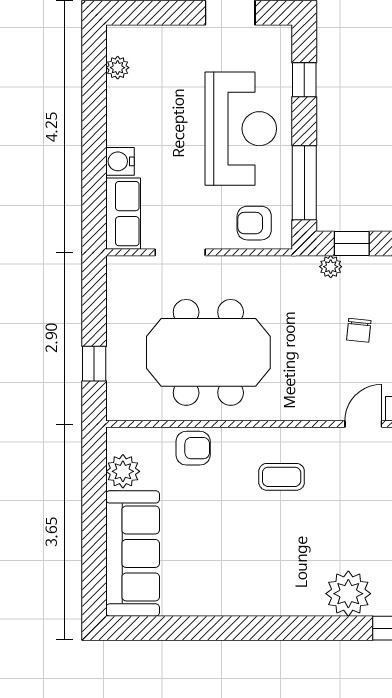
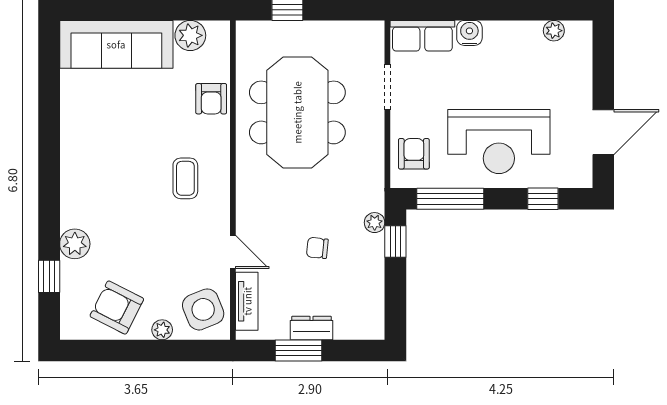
plant: (348, 594) -> (75, 244), width x0.73, depth x0.73

